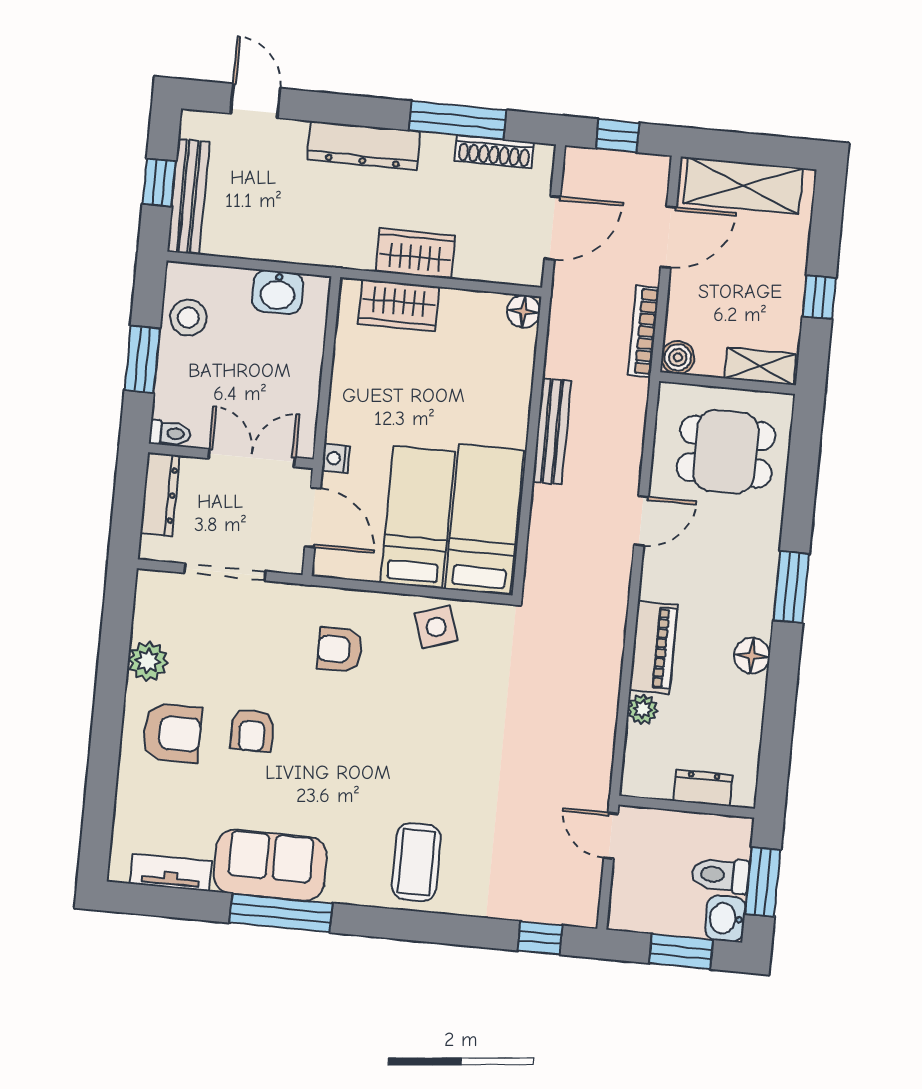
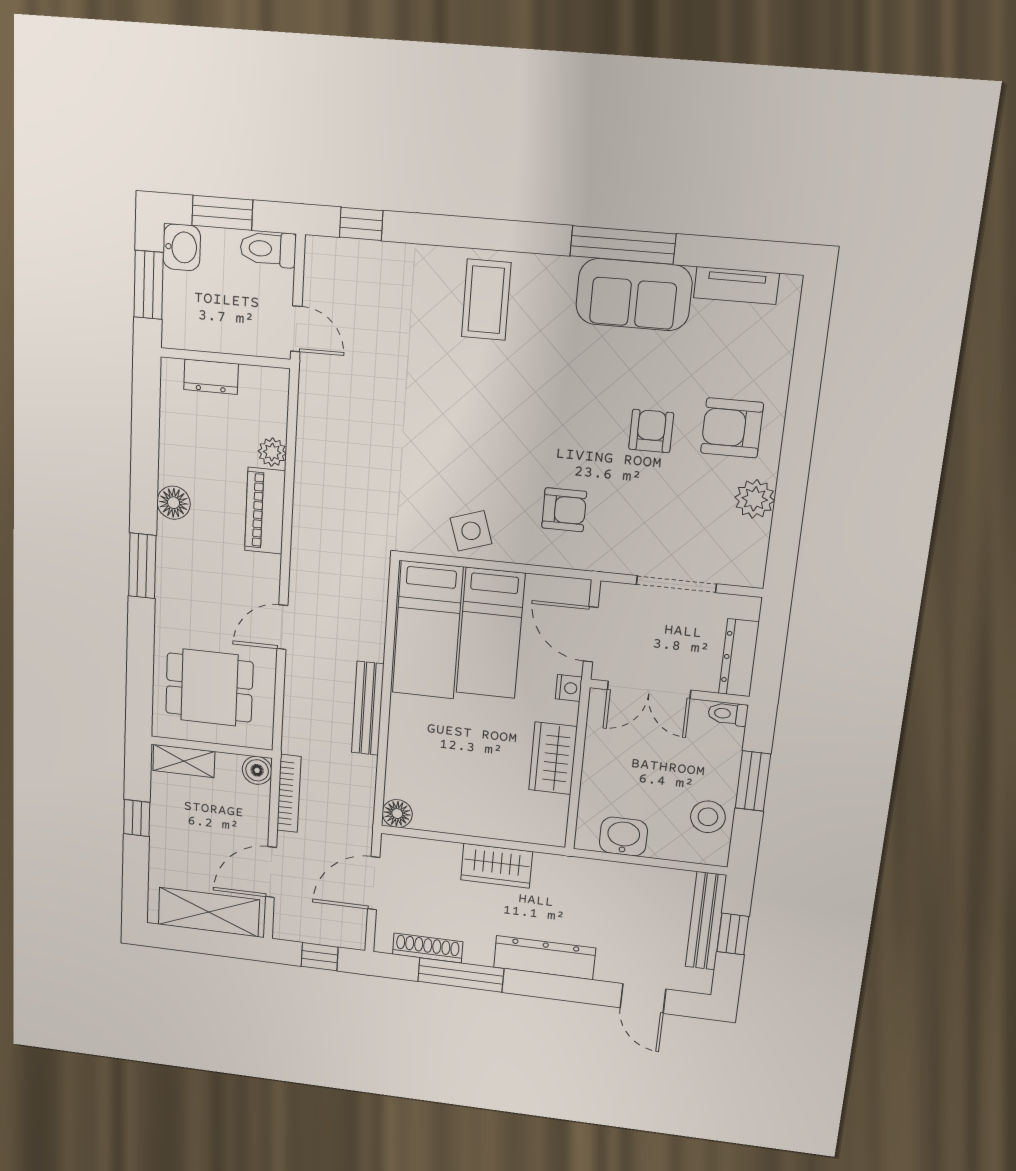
wardrobe: (399, 305) -> (553, 758), moved, turned -90
toilet: (720, 875) -> (268, 249), moved, turned 180

